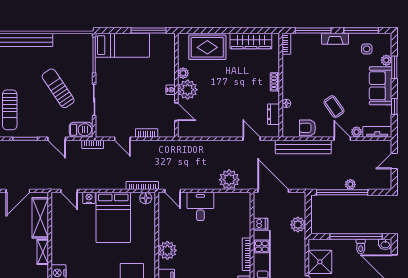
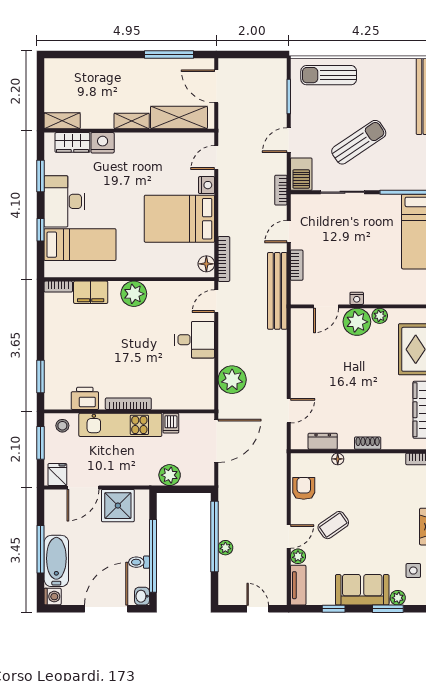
bench: (303, 147) -> (277, 291), moved

